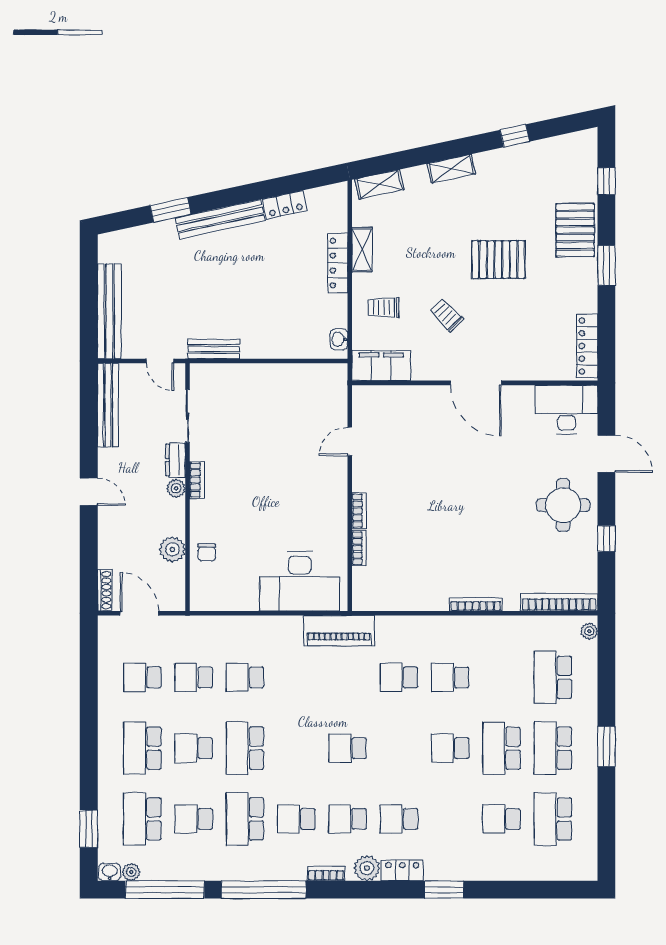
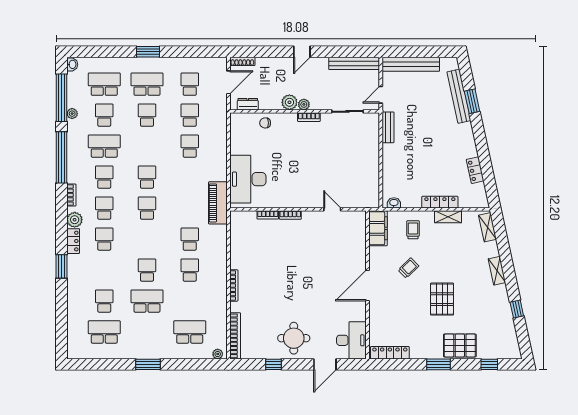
bench: (220, 219) -> (459, 96), moved
dresser: (176, 460) -> (248, 104), moved
plant: (172, 549) -> (289, 102), moved
school desk: (245, 748) -> (147, 177), moved, width x0.54
school desk: (553, 748) -> (147, 332), removed
window: (89, 829) -> (148, 52), moved
plant: (131, 872) -> (72, 114), moved

